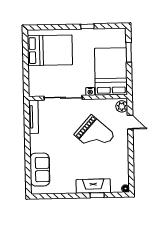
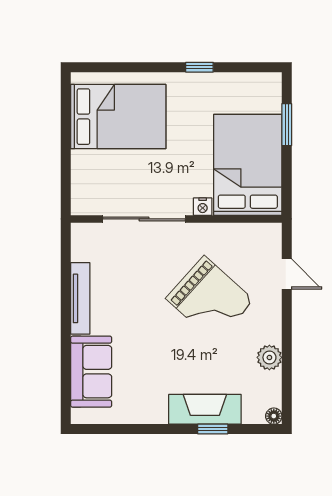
plant: (122, 106) -> (269, 357), moved
tv unit: (34, 117) -> (80, 298), moved

